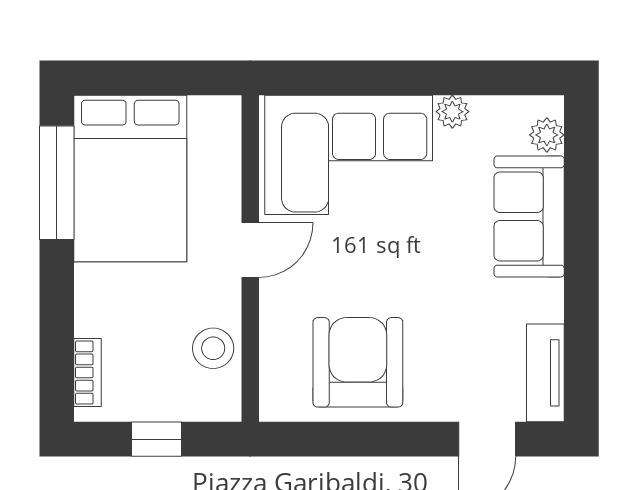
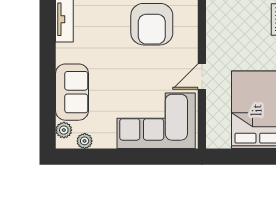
plant: (452, 112) -> (85, 141), moved
stool: (213, 348) -> (219, 31), removed

